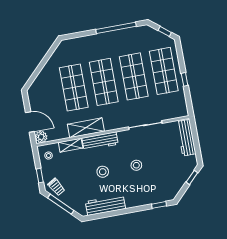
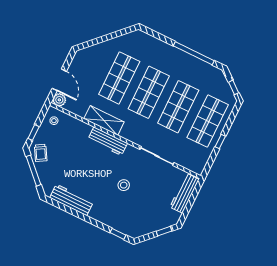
shelving: (71, 145) -> (80, 126), removed
stool: (103, 172) -> (90, 169), removed

